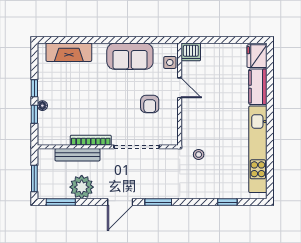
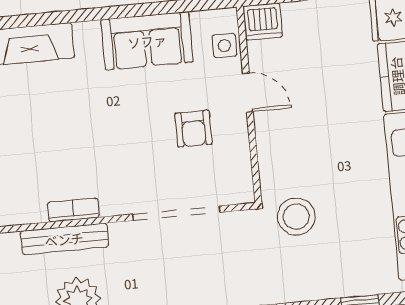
bookcase: (91, 140) -> (73, 210), width x0.64
stool: (199, 155) -> (296, 217), width x1.89, depth x1.89

